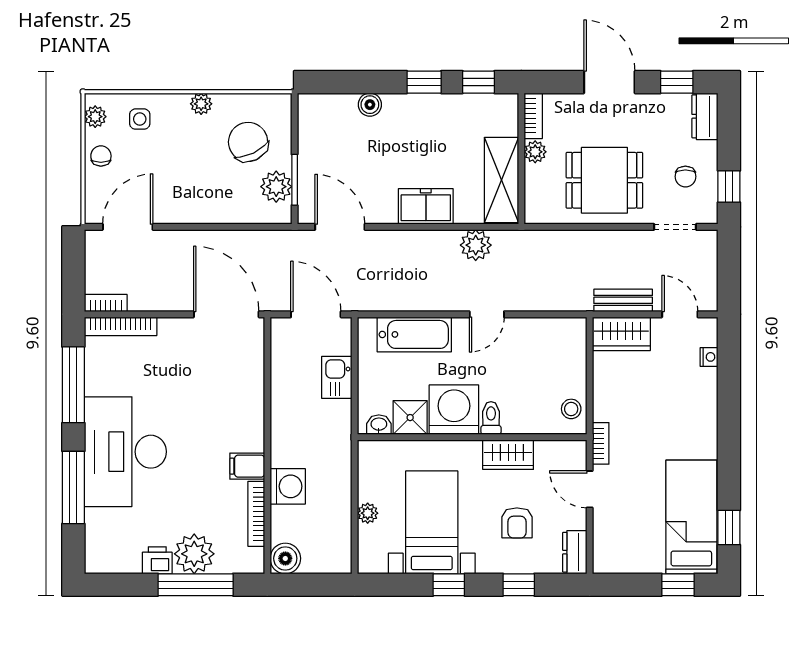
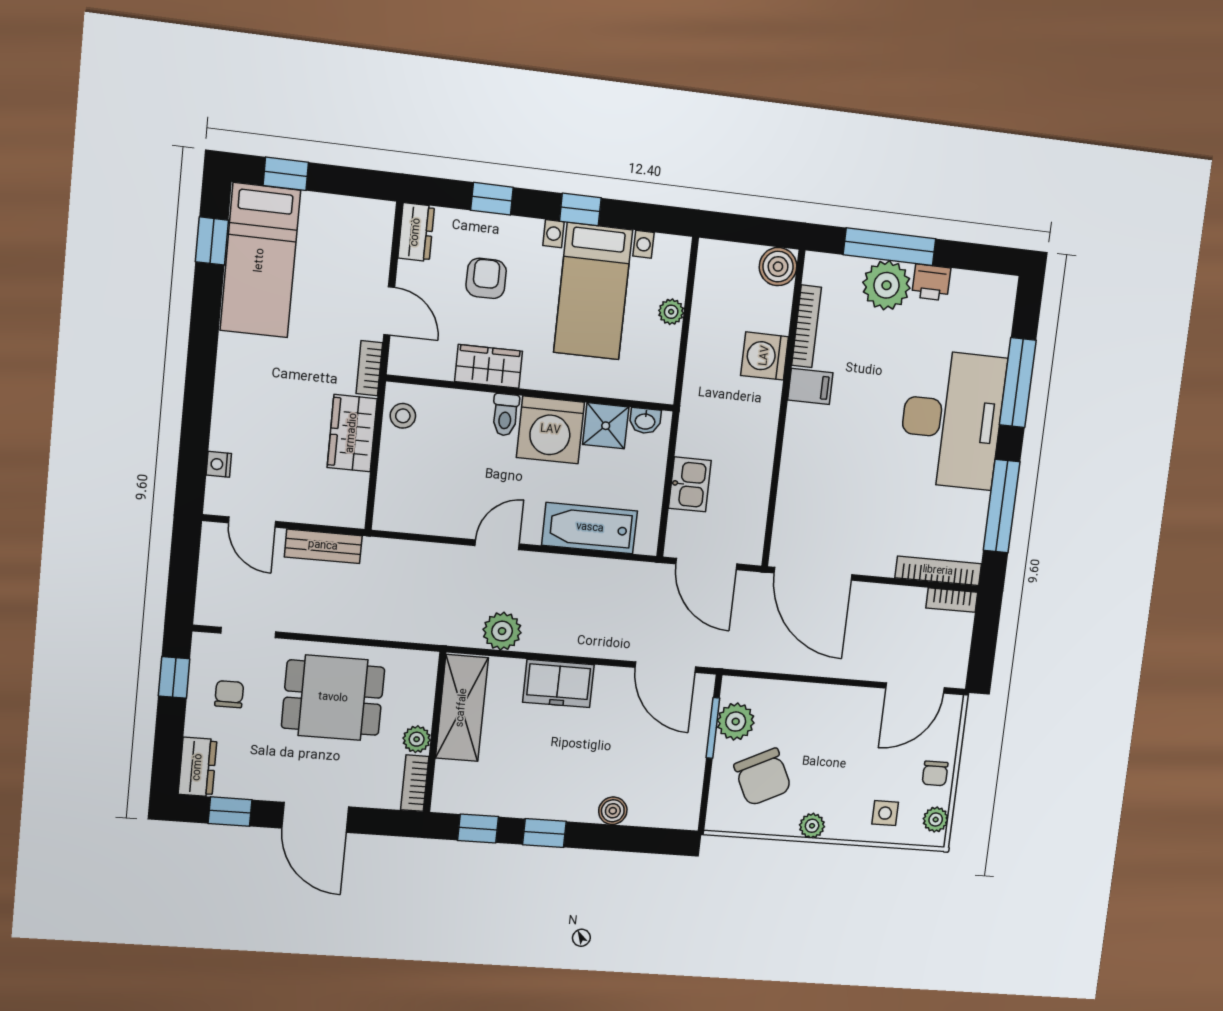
wardrobe: (621, 334) -> (352, 433), moved, turned -90

